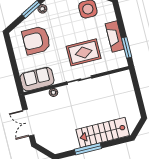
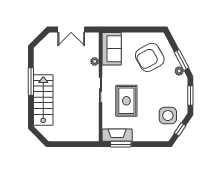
fireplace: (115, 36) -> (117, 135), moved
armchair: (36, 40) -> (150, 57), turned -119
double door: (28, 123) -> (71, 30), swing flipped

